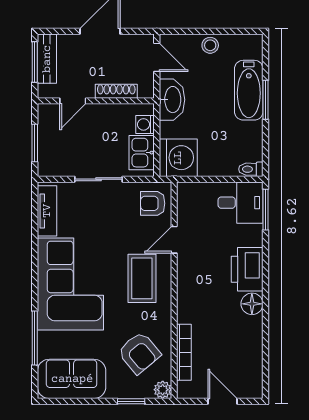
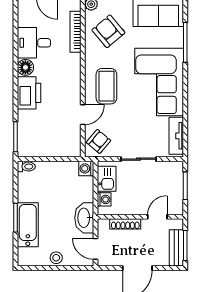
washing machine: (178, 158) -> (86, 168), width x0.53, depth x0.53
armchair: (153, 203) -> (98, 141), turned -50
desk: (241, 203) -> (34, 43), moved

